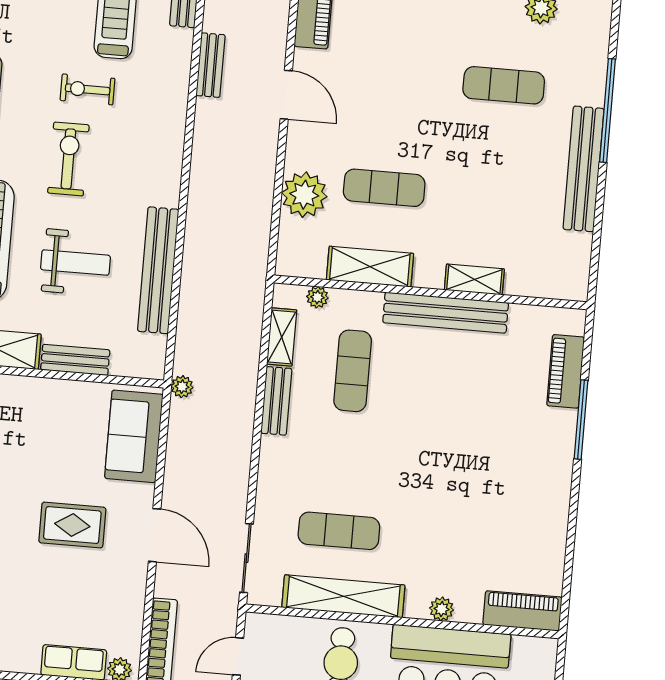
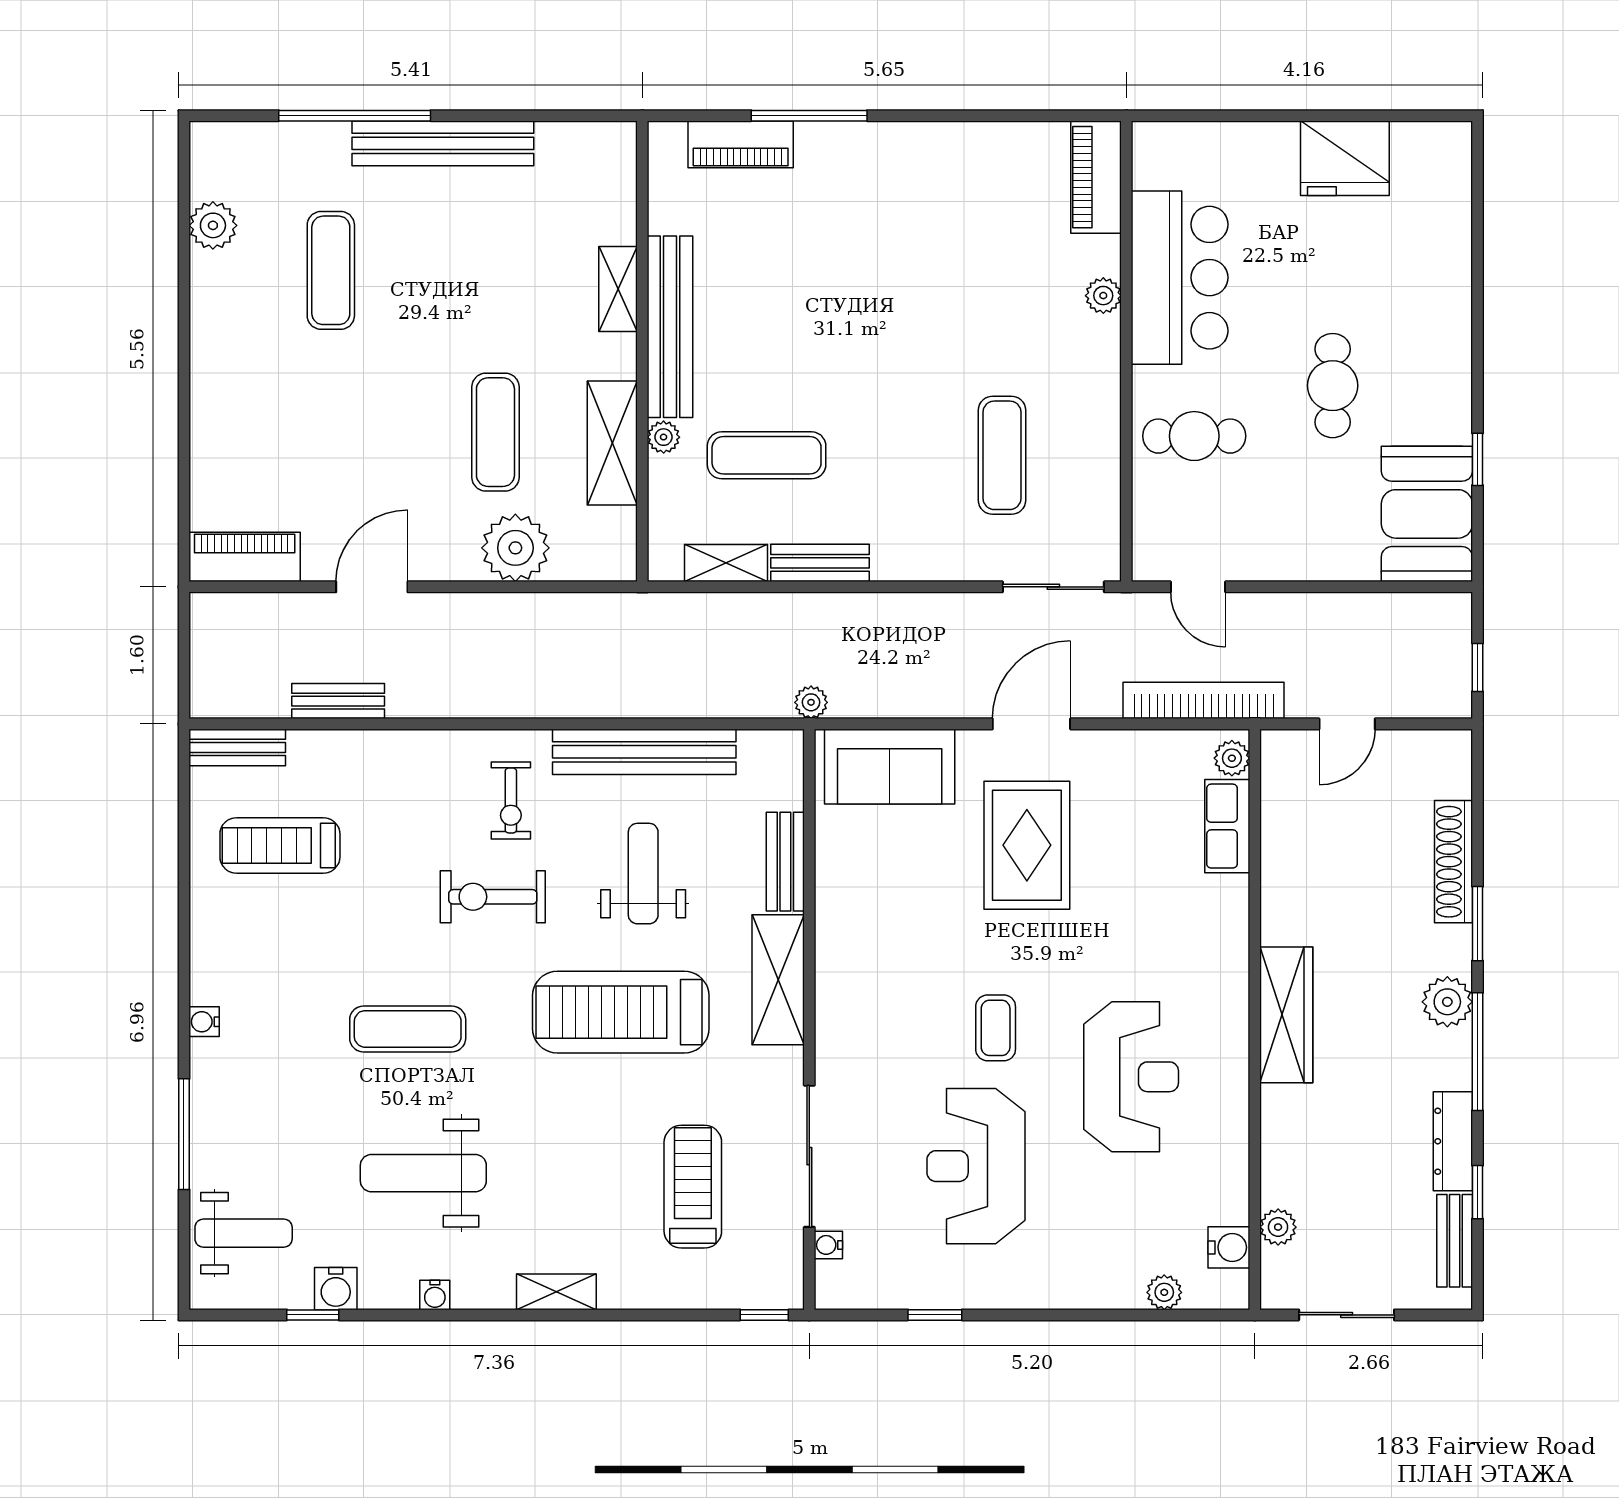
exercise bike: (88, 89) -> (511, 800), moved
plant: (317, 297) -> (664, 437), moved
rug: (72, 525) -> (1027, 845), width x1.36, depth x1.43
shelving: (343, 596) -> (1097, 441), removed

